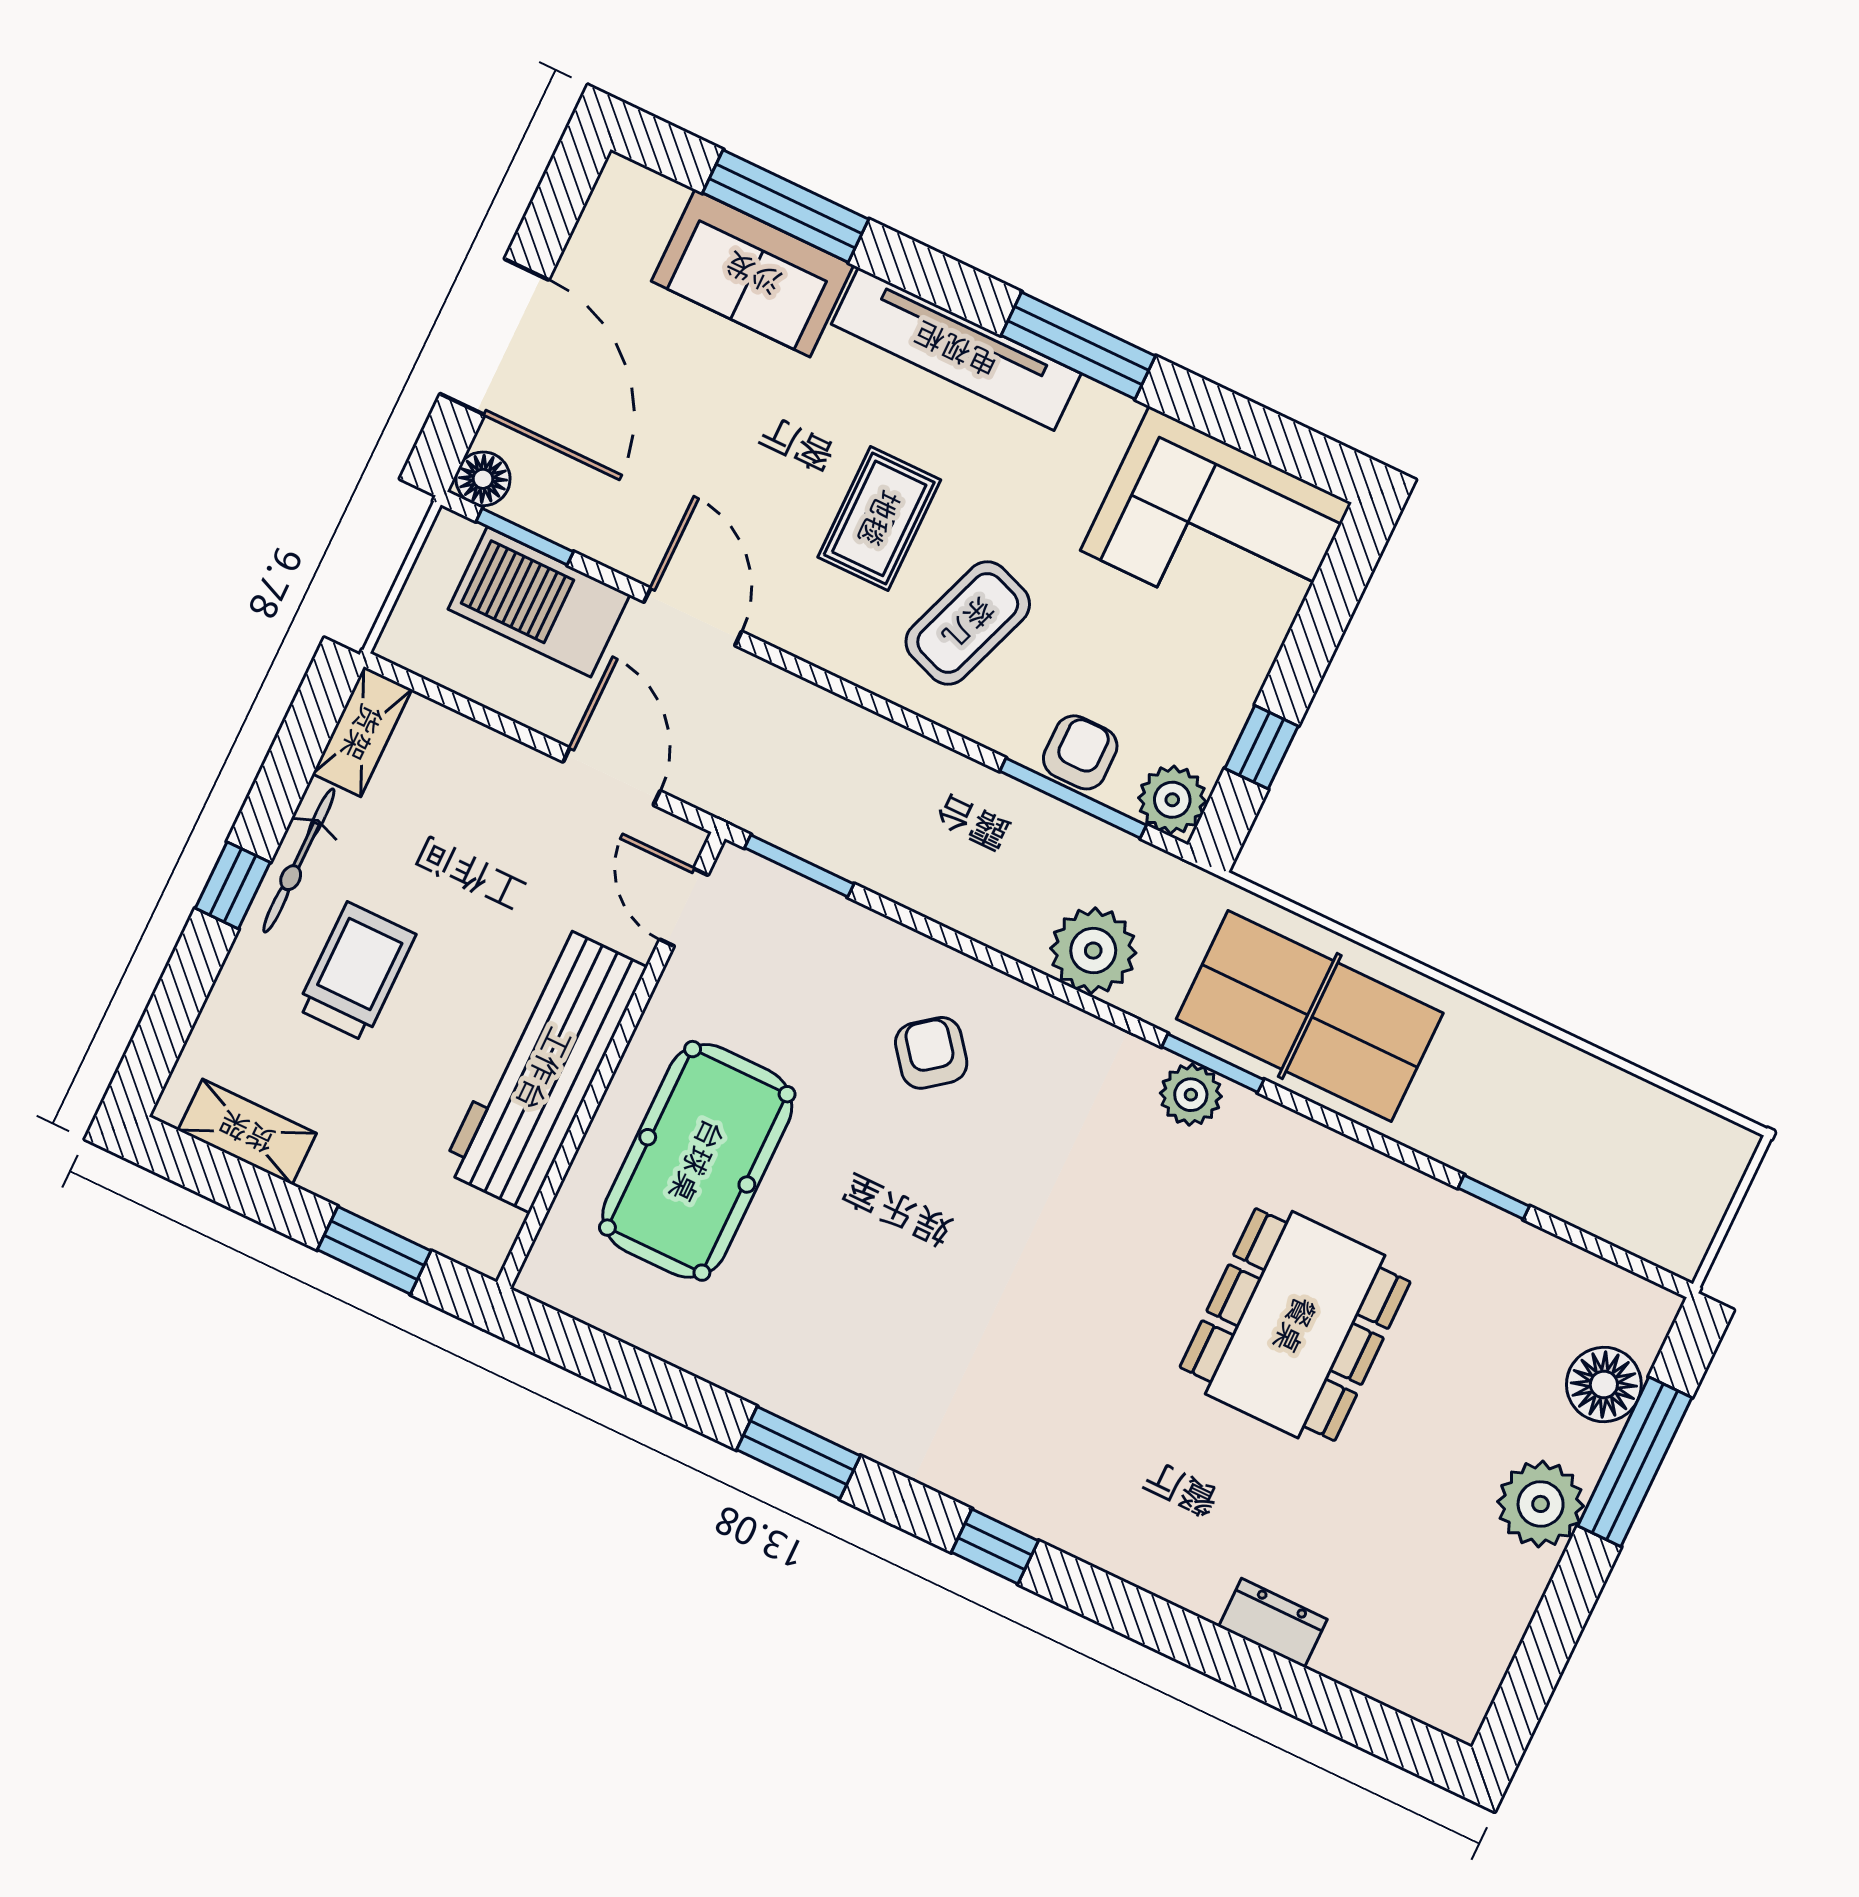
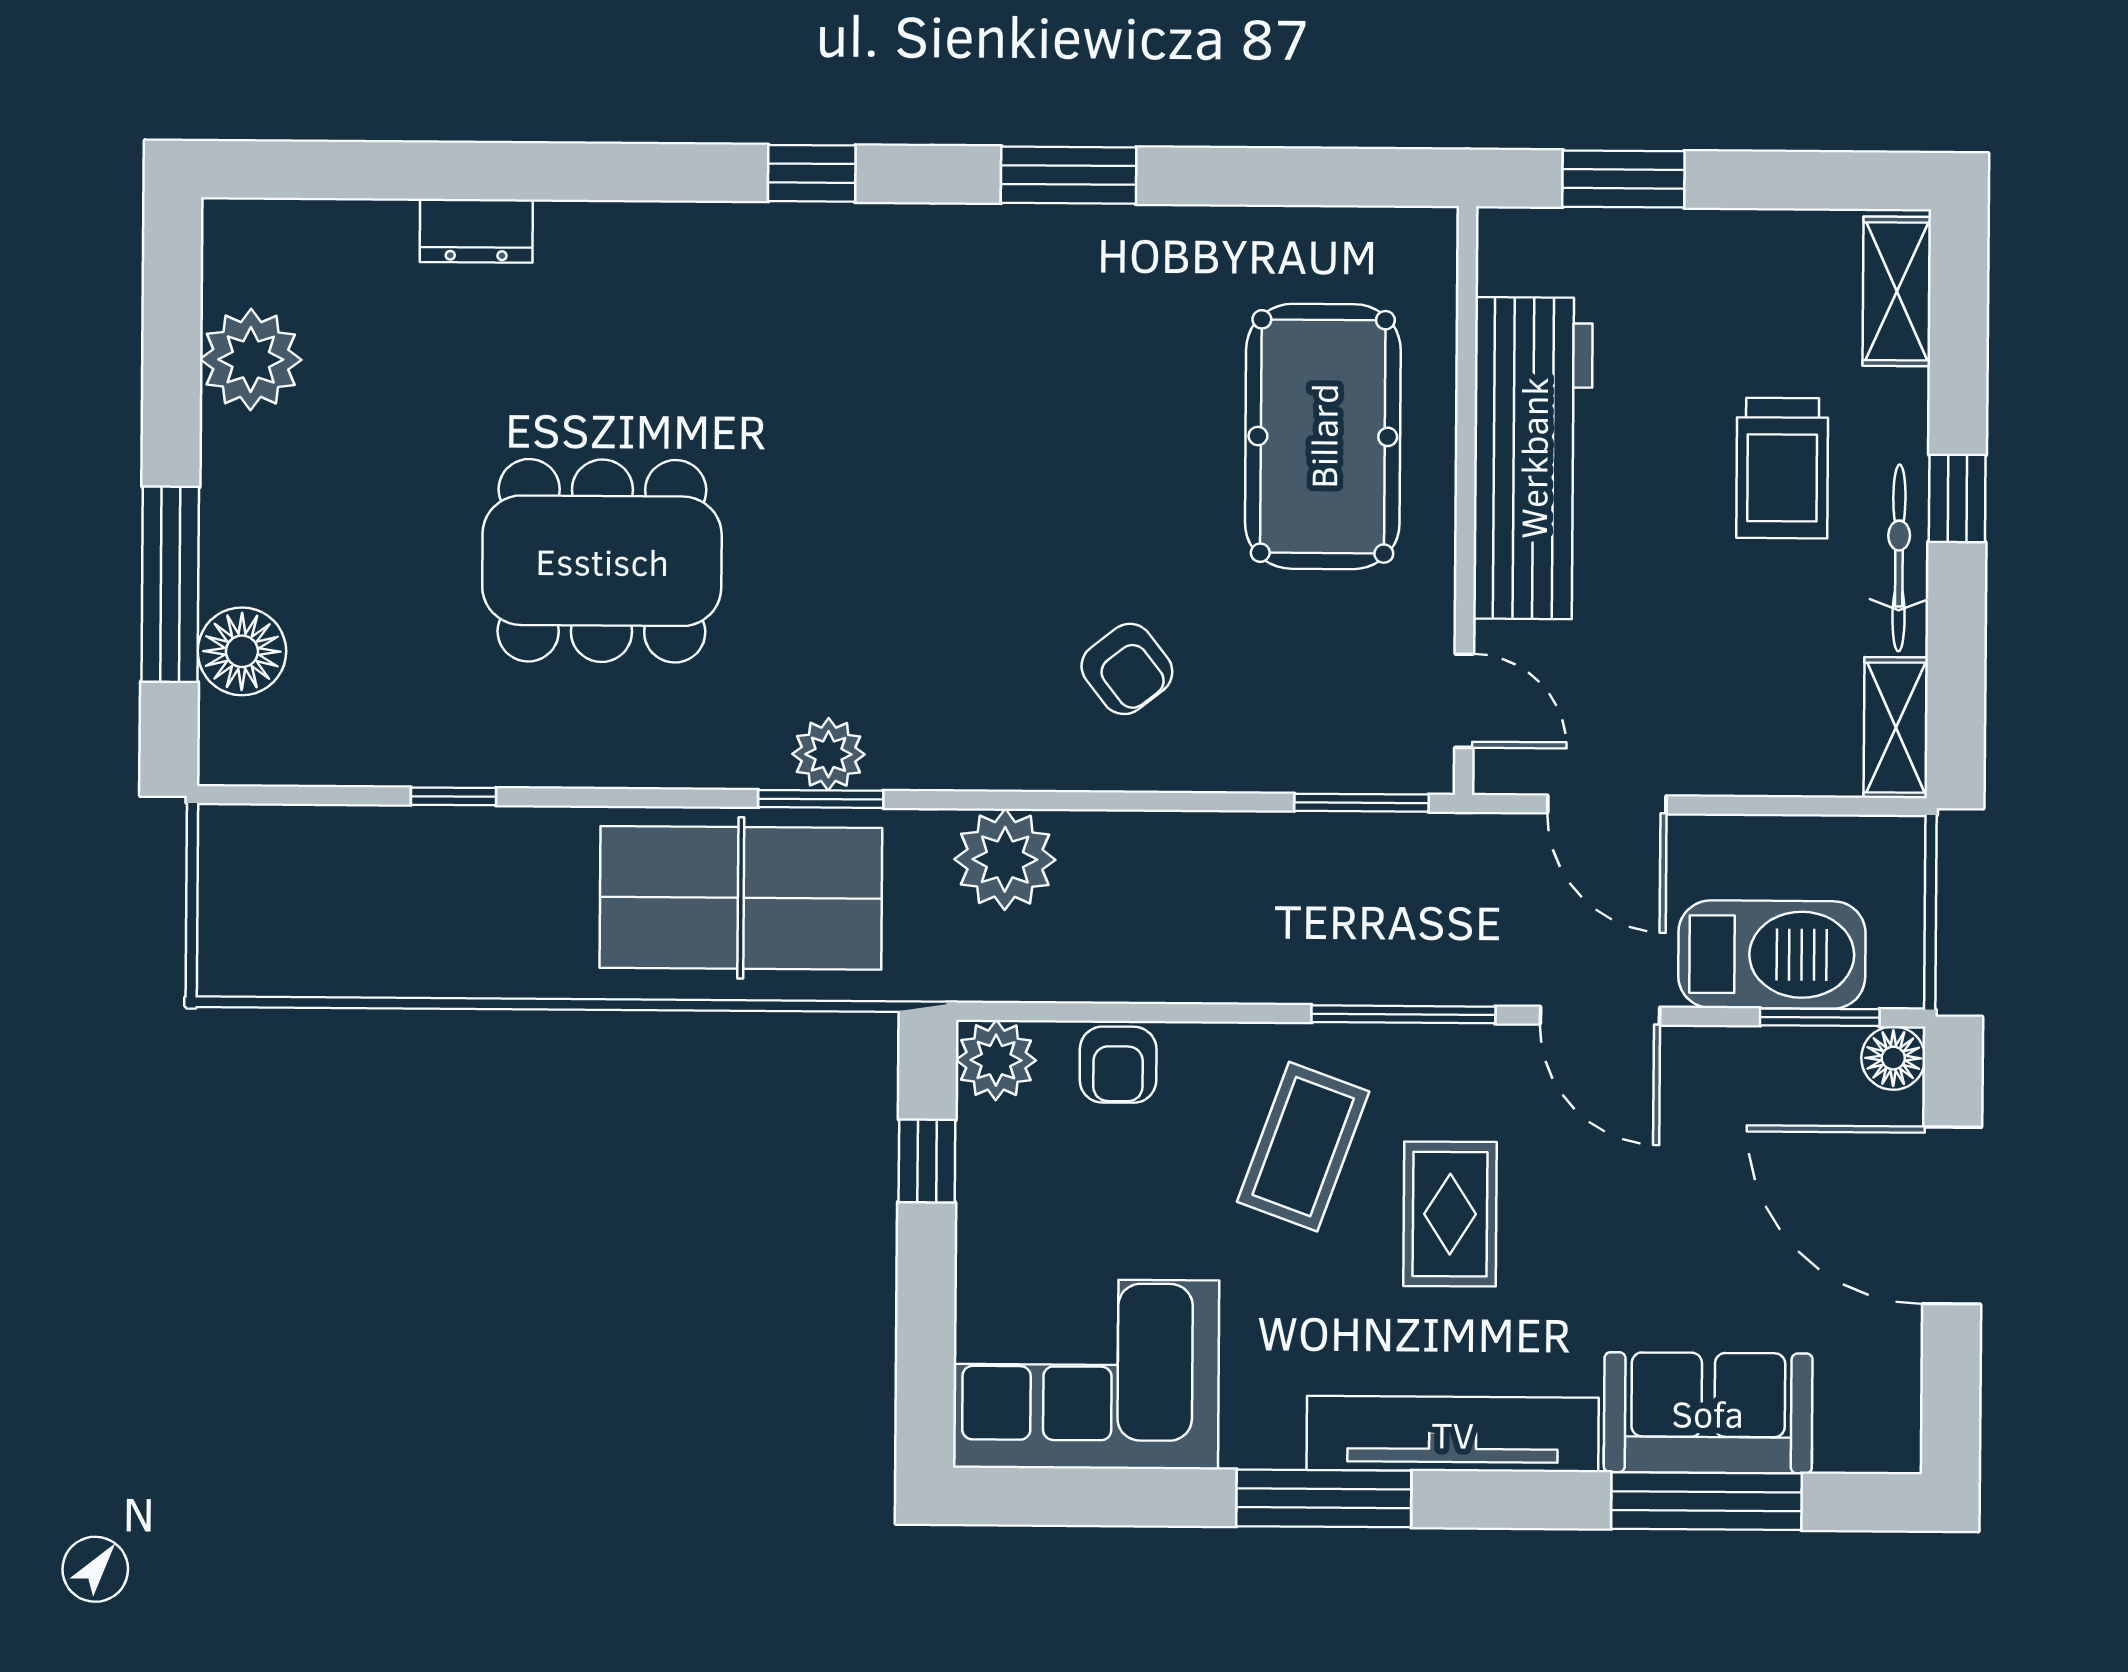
window: (1073, 798) -> (1403, 1014), moved
shelving: (247, 1132) -> (1897, 291), moved, turned 90
dining table: (1295, 1325) -> (602, 561), turned 90
plant: (1541, 1504) -> (251, 359), moved

